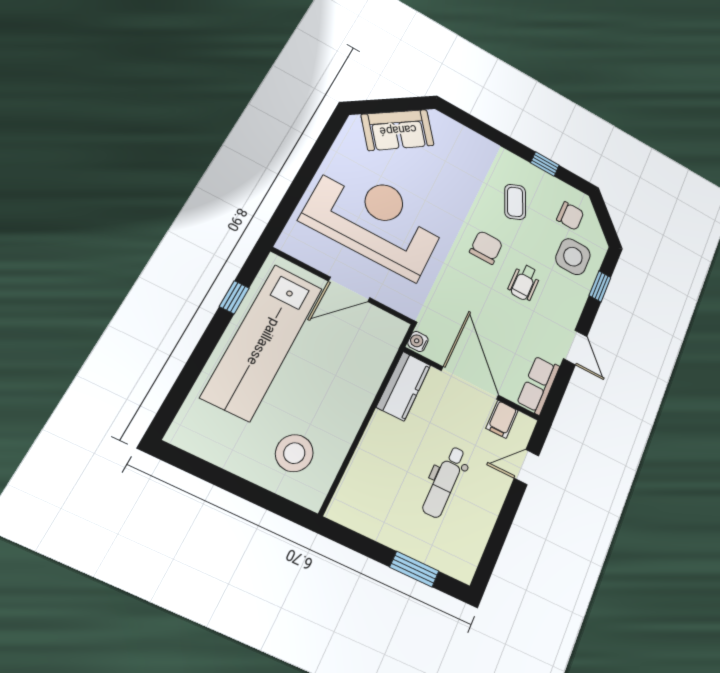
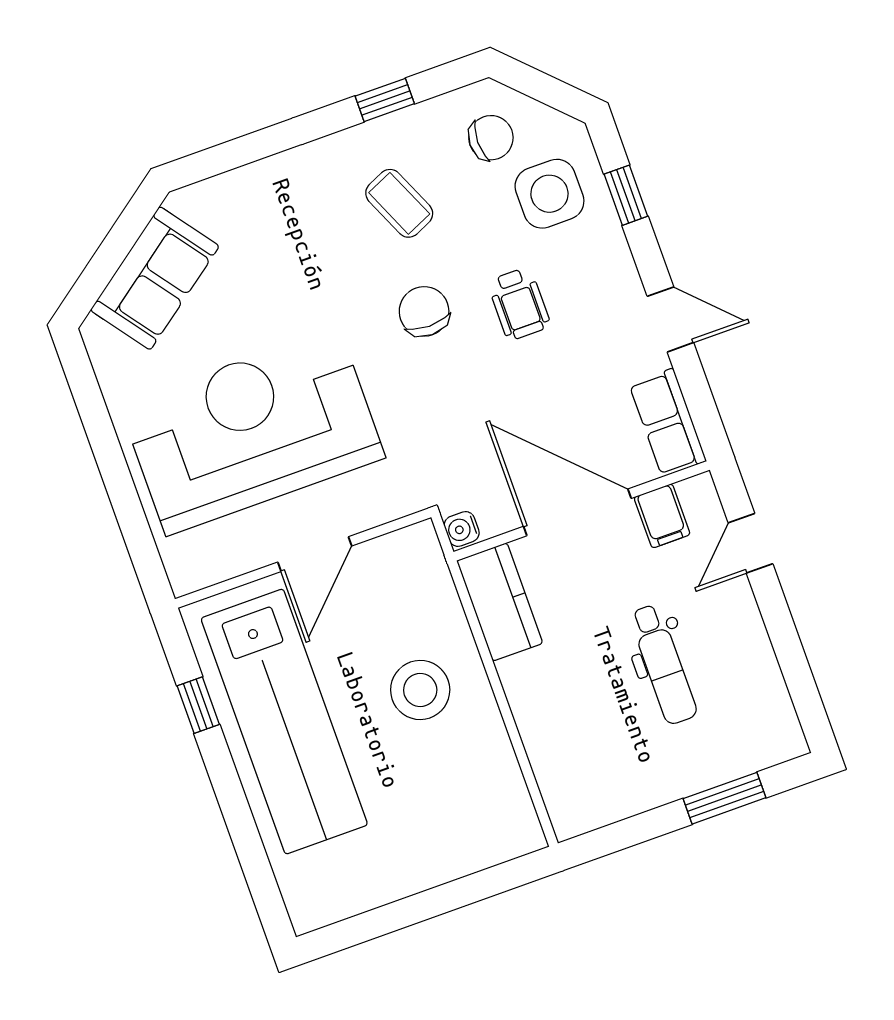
stool: (294, 453) -> (420, 690), moved

